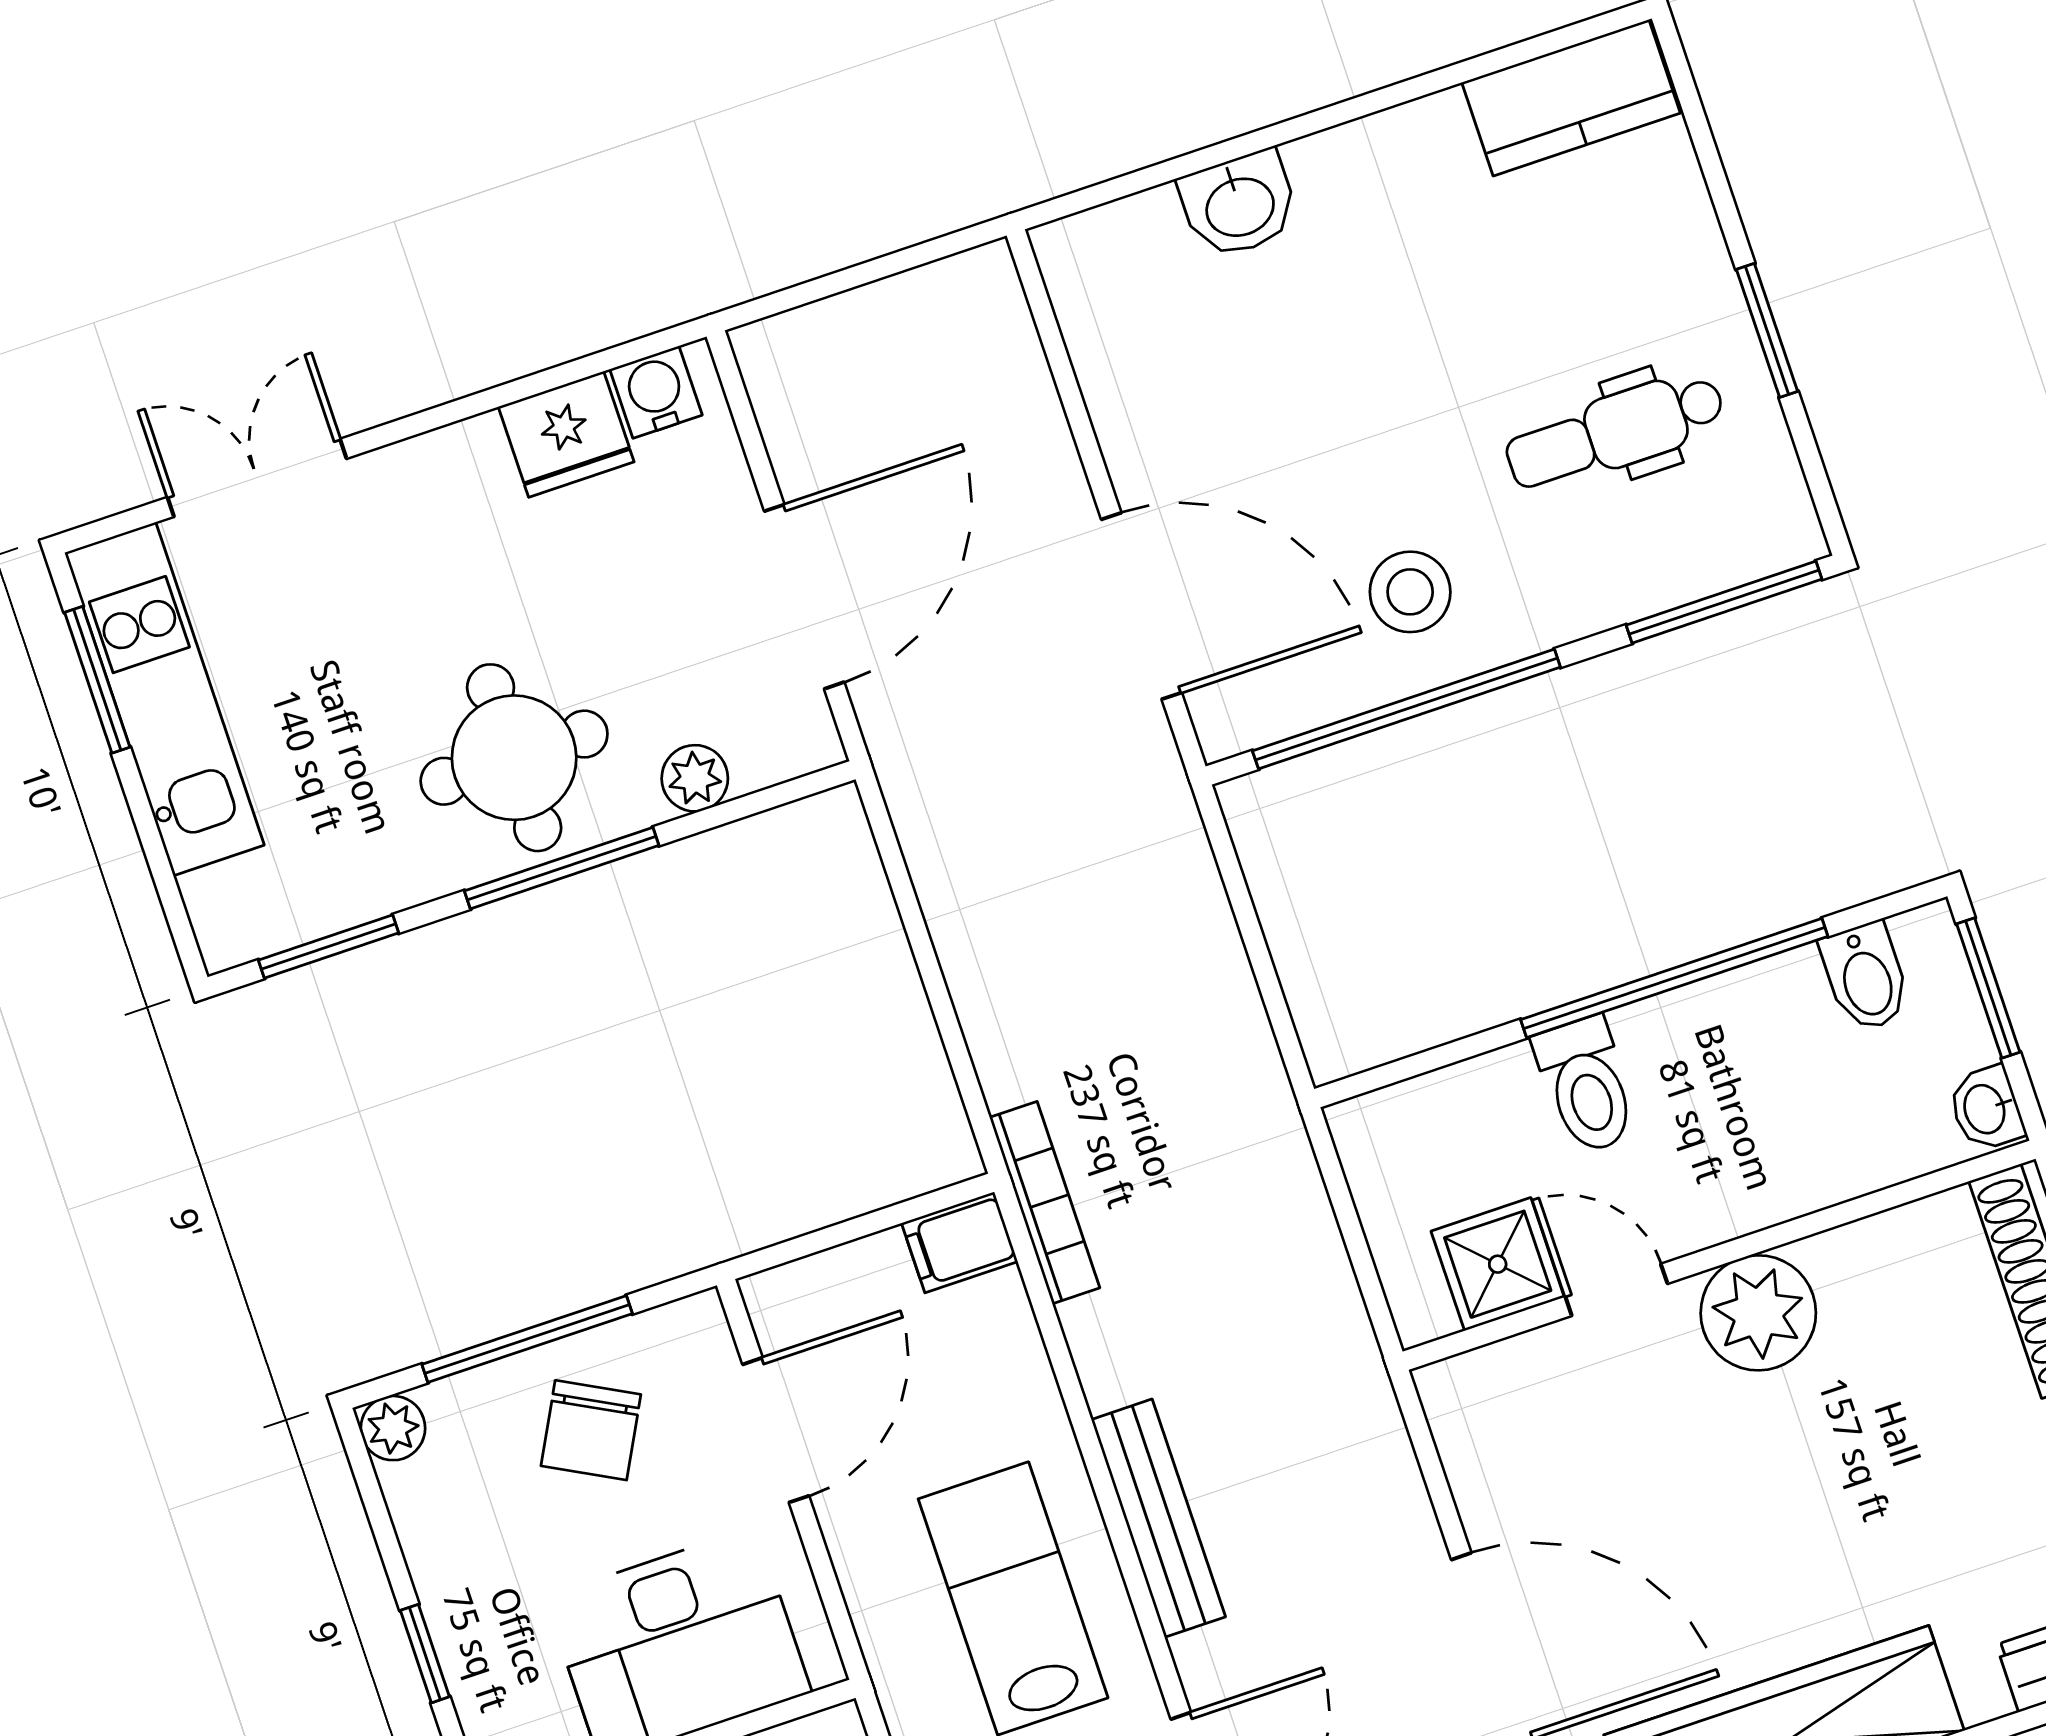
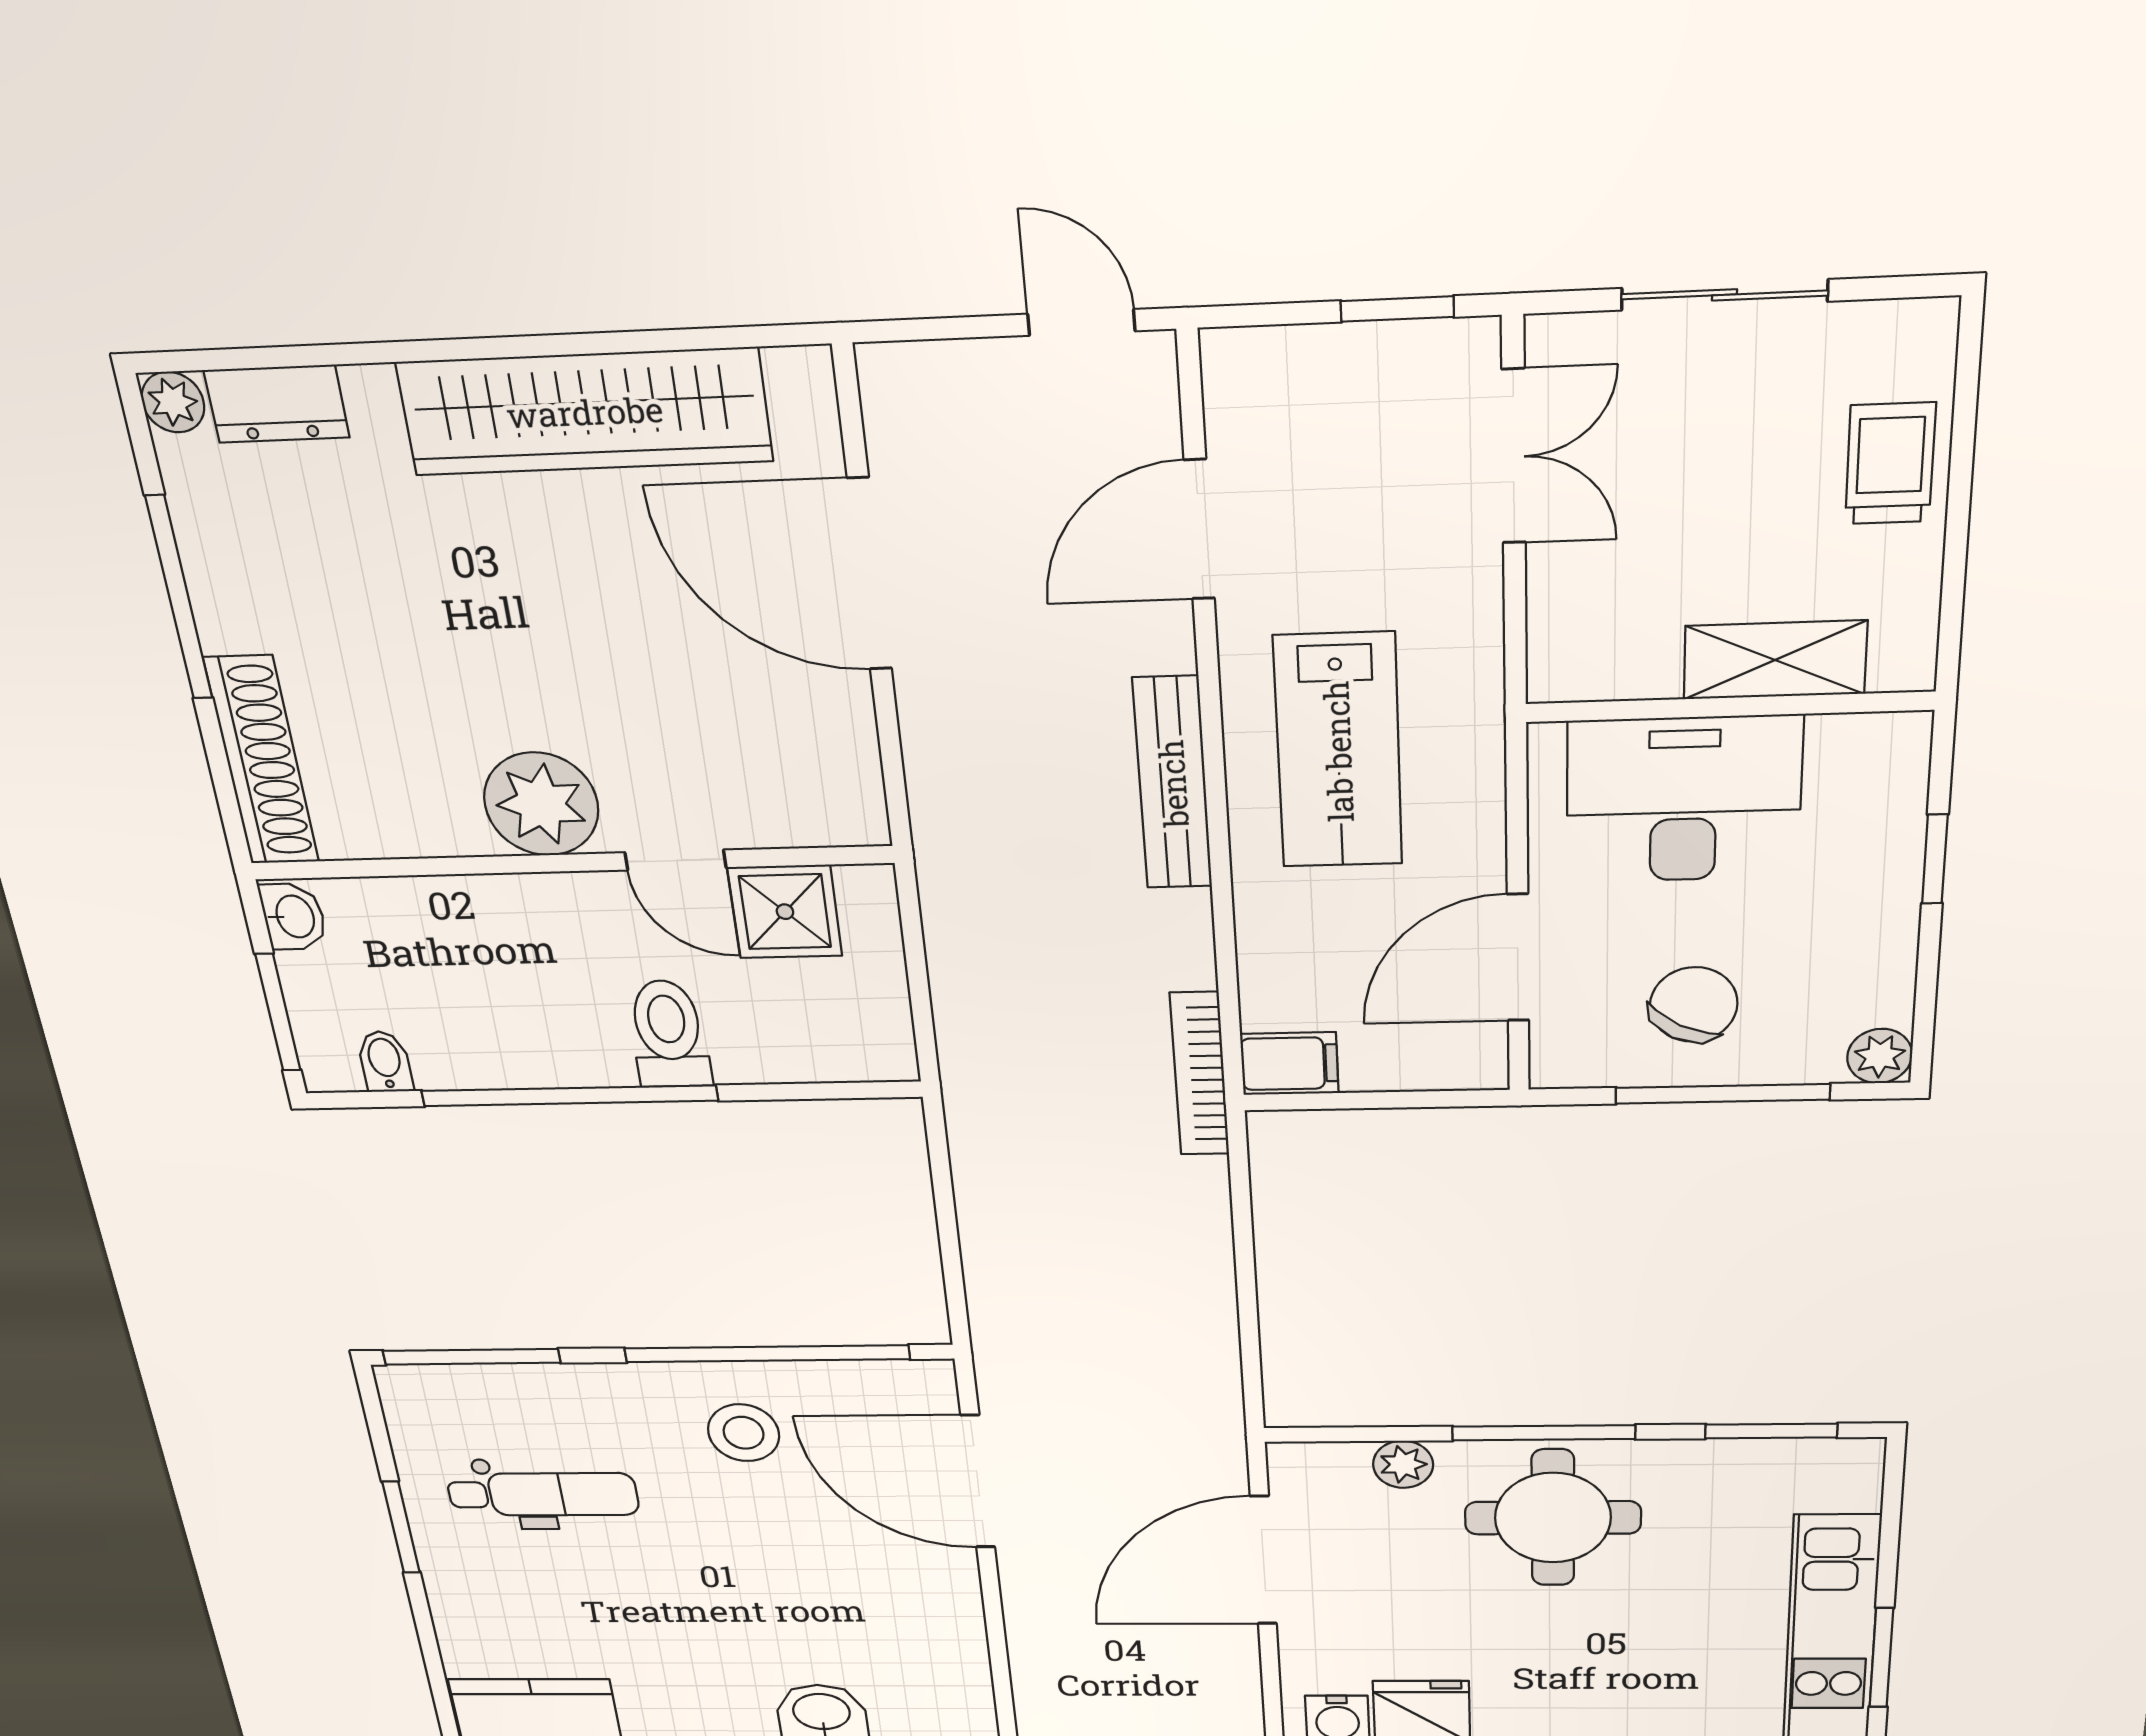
bidet: (1866, 977) -> (385, 1062), width x0.72, depth x0.74

